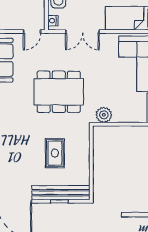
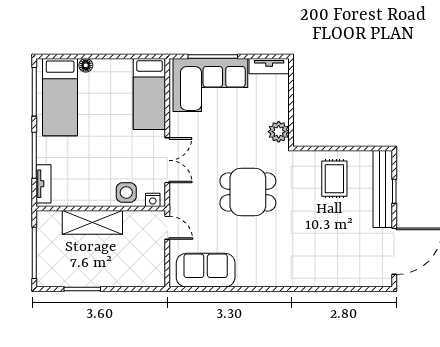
dining table: (59, 92) -> (248, 192), width x0.73
rug: (55, 153) -> (334, 179), moved, turned 90

